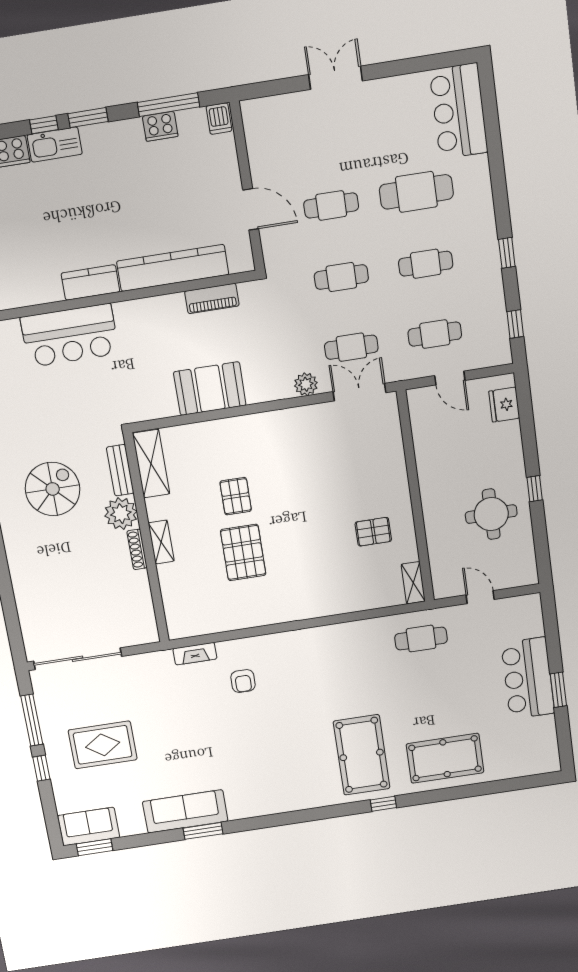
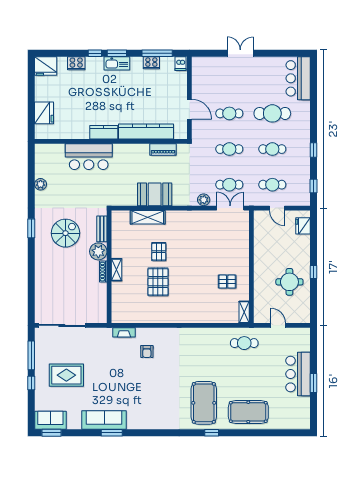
kitchen sink: (55, 145) -> (117, 63), moved
shelving: (151, 464) -> (148, 217), moved, turned 90

